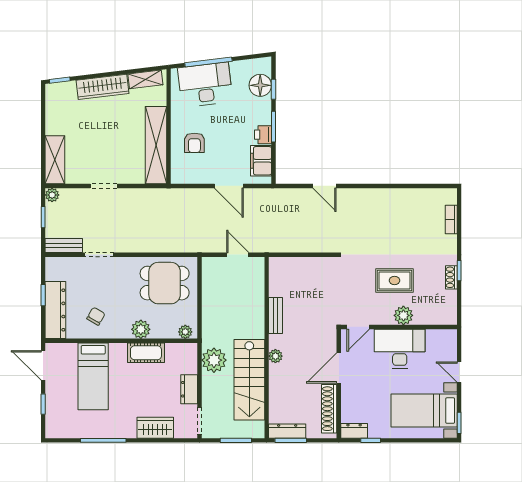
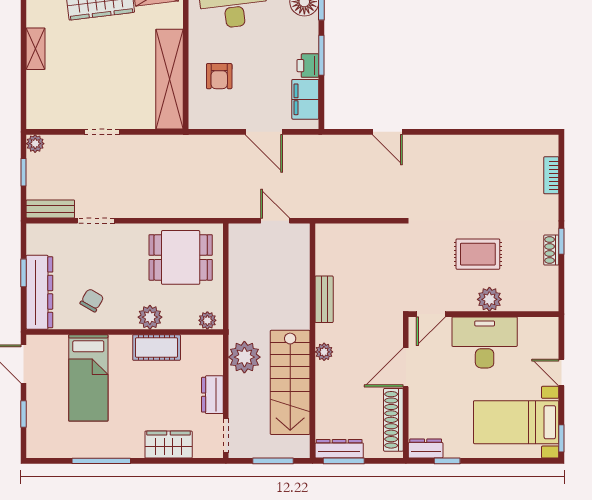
shelving: (55, 160) -> (36, 49), moved, width x0.67, depth x0.75

